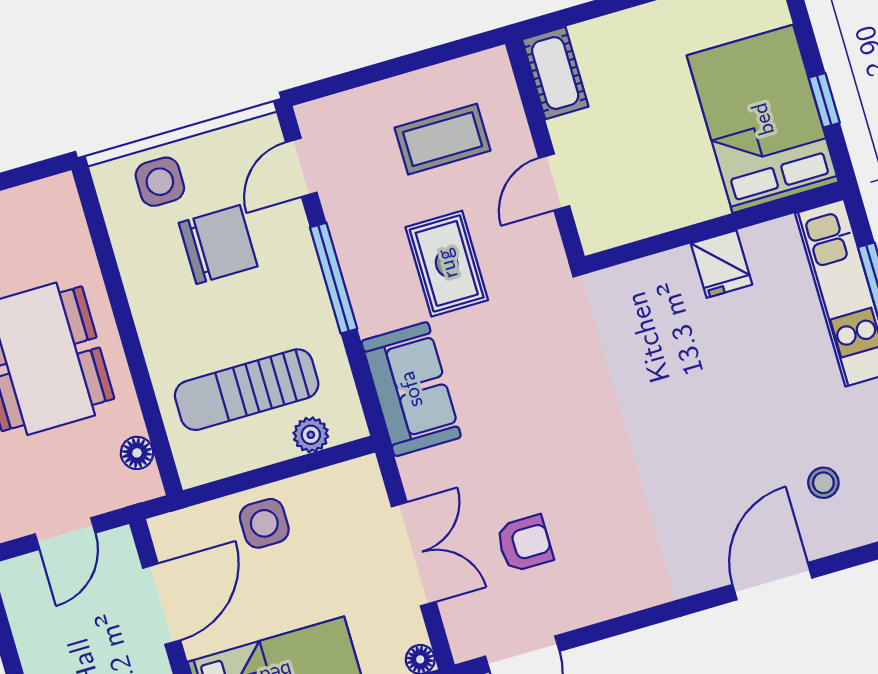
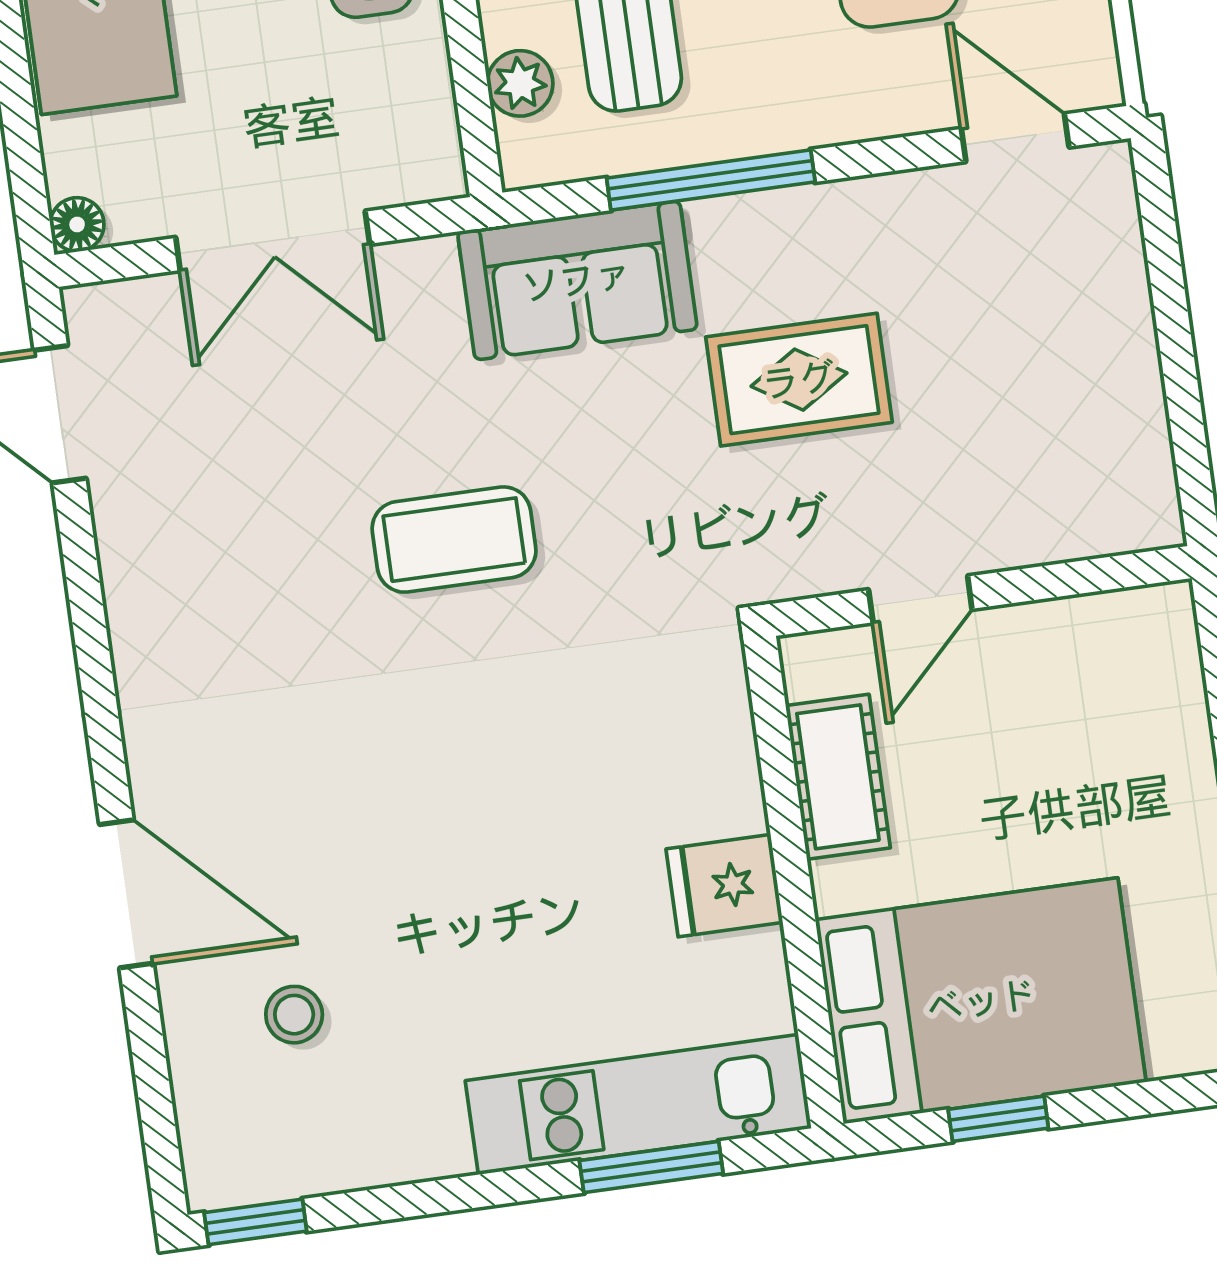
cot: (555, 73) -> (838, 777), moved, turned 90
coffee table: (443, 139) -> (454, 540), moved, turned 90
door: (554, 182) -> (920, 599), swing flipped
window: (334, 278) -> (711, 180), moved
armchair: (525, 543) -> (263, 448), removed

